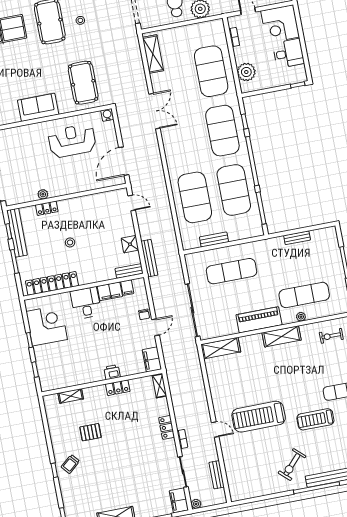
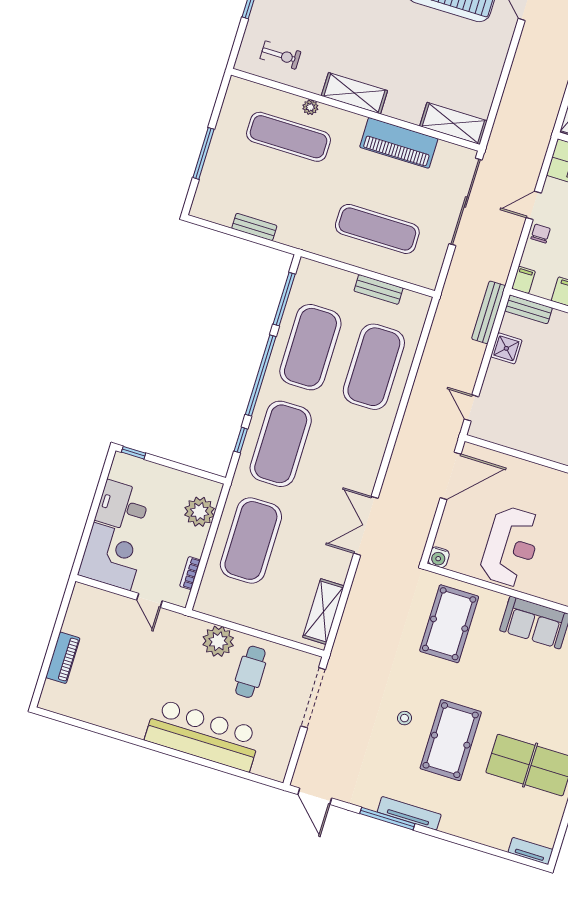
reception desk: (72, 141) -> (511, 546), turned -90
filing cabinet: (127, 288) -> (523, 280), moved
piano: (259, 320) -> (399, 143), moved

